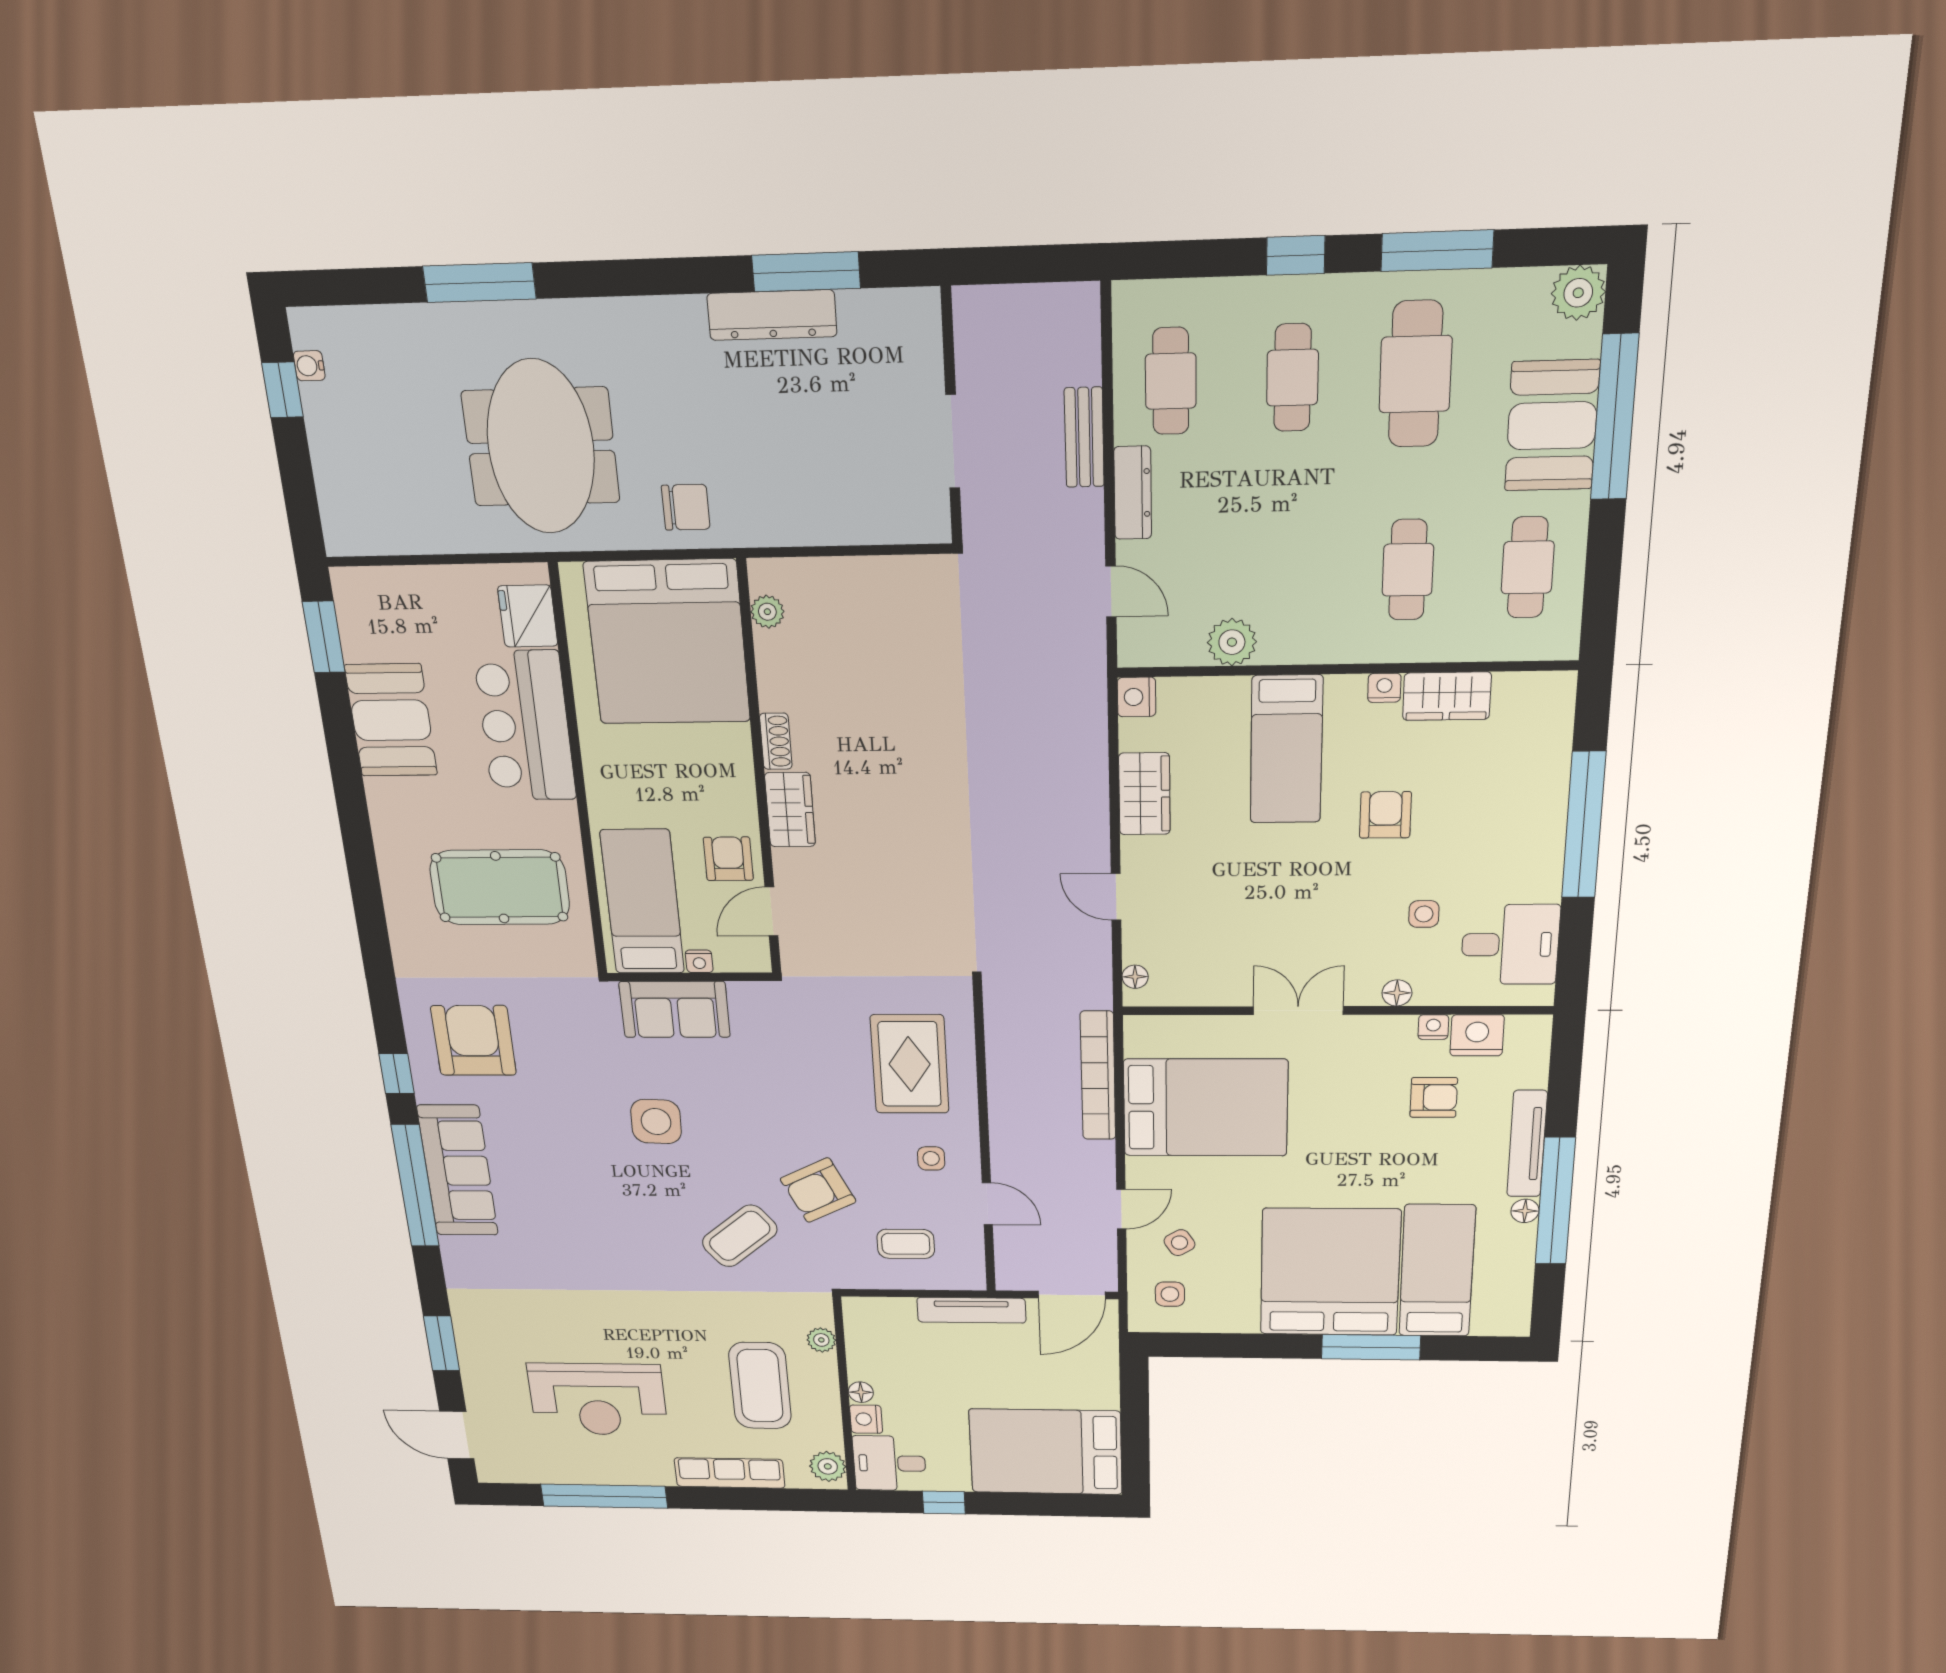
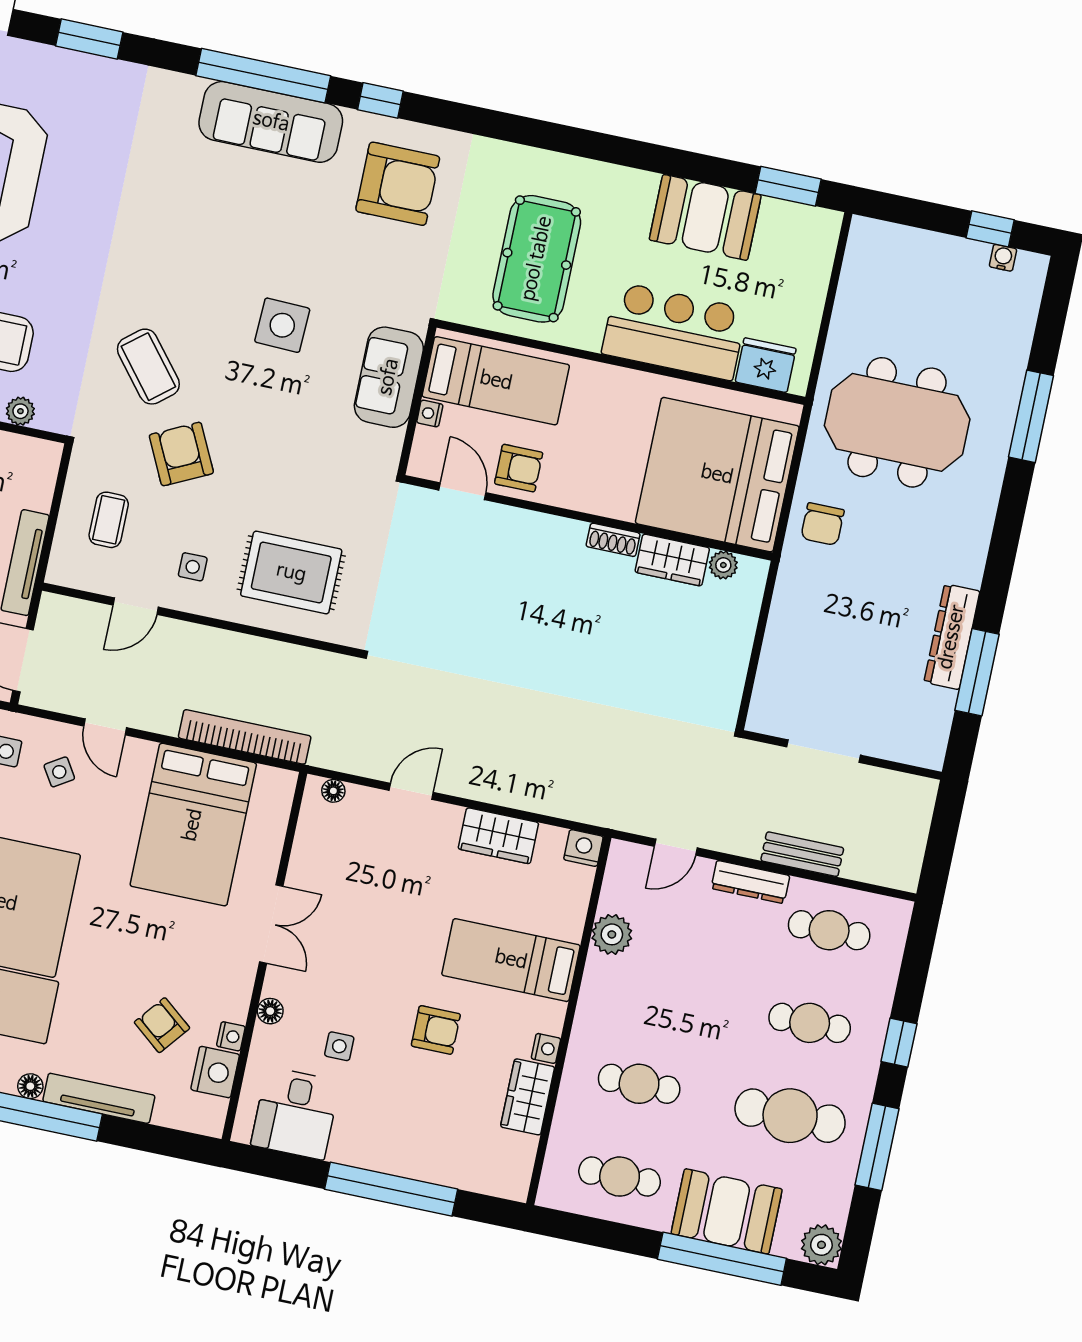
wardrobe: (790, 810) -> (672, 560), moved
armchair: (1434, 1097) -> (162, 1025), turned 129

